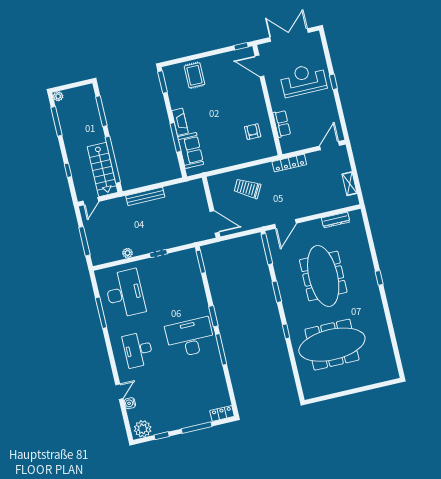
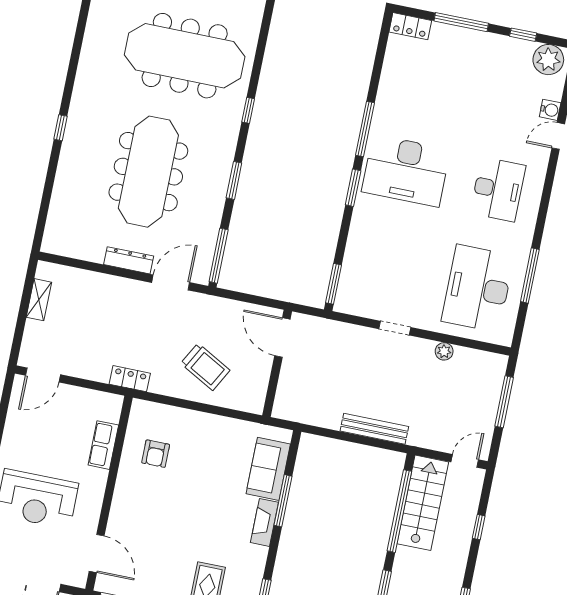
locker: (289, 163) -> (130, 379), width x0.66
dresser: (336, 220) -> (129, 260), moved

